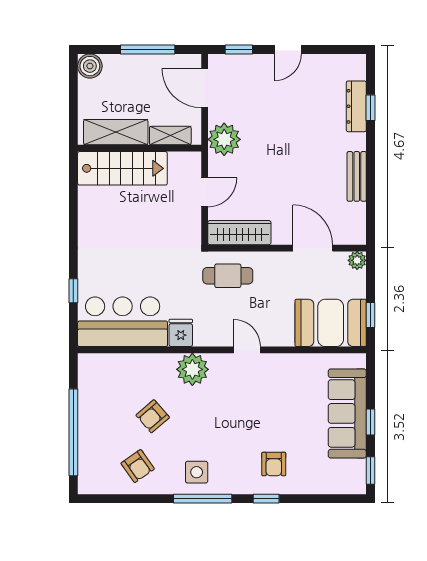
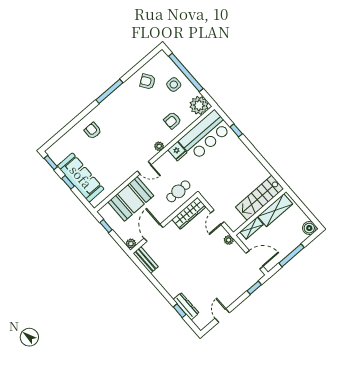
door: (288, 49) -> (222, 316), moved
plant: (224, 139) -> (229, 240), width x0.53, depth x0.53
bench: (357, 176) -> (146, 260), moved
door: (313, 248) -> (153, 233), swing flipped
booth: (331, 323) -> (131, 199), moved
plant: (192, 369) -> (159, 146), width x0.53, depth x0.53
plant: (95, 370) -> (199, 105), added
armchair: (153, 416) -> (172, 120), moved, turned -139
side table: (197, 472) -> (174, 85), moved
window: (266, 499) -> (83, 114), removed

